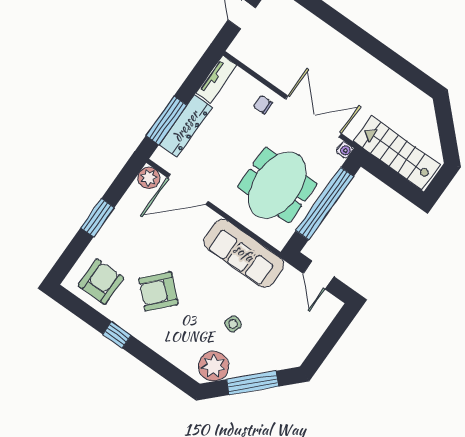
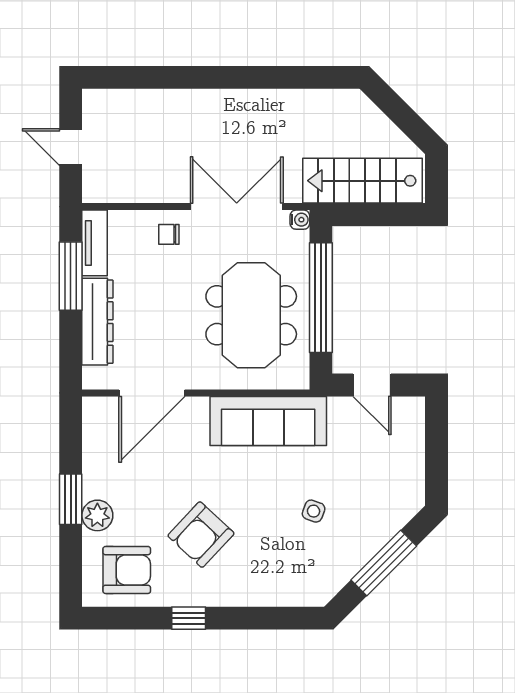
window: (166, 120) -> (71, 276), moved
plant: (149, 178) -> (97, 515), moved
armchair: (101, 282) -> (127, 570), turned 90
plant: (214, 366) -> (325, 575), removed

